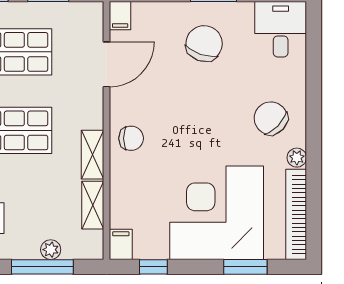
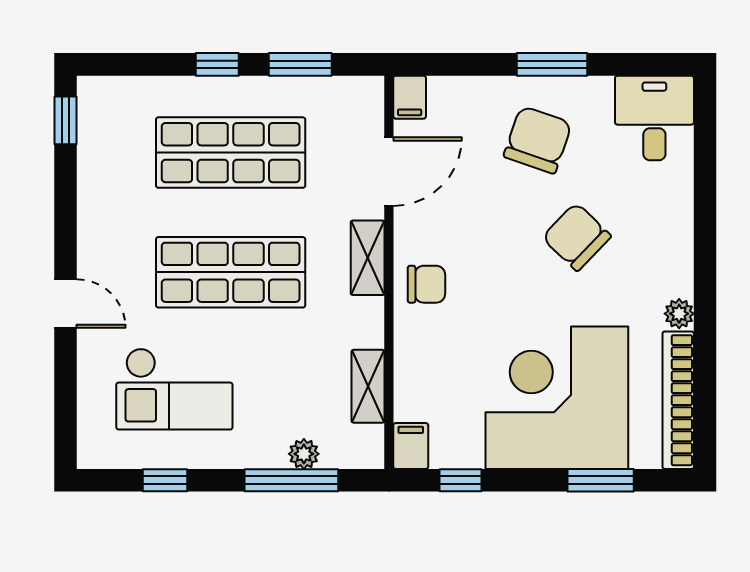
chair: (271, 118) -> (577, 237), moved
shelving: (93, 155) -> (368, 258), moved

